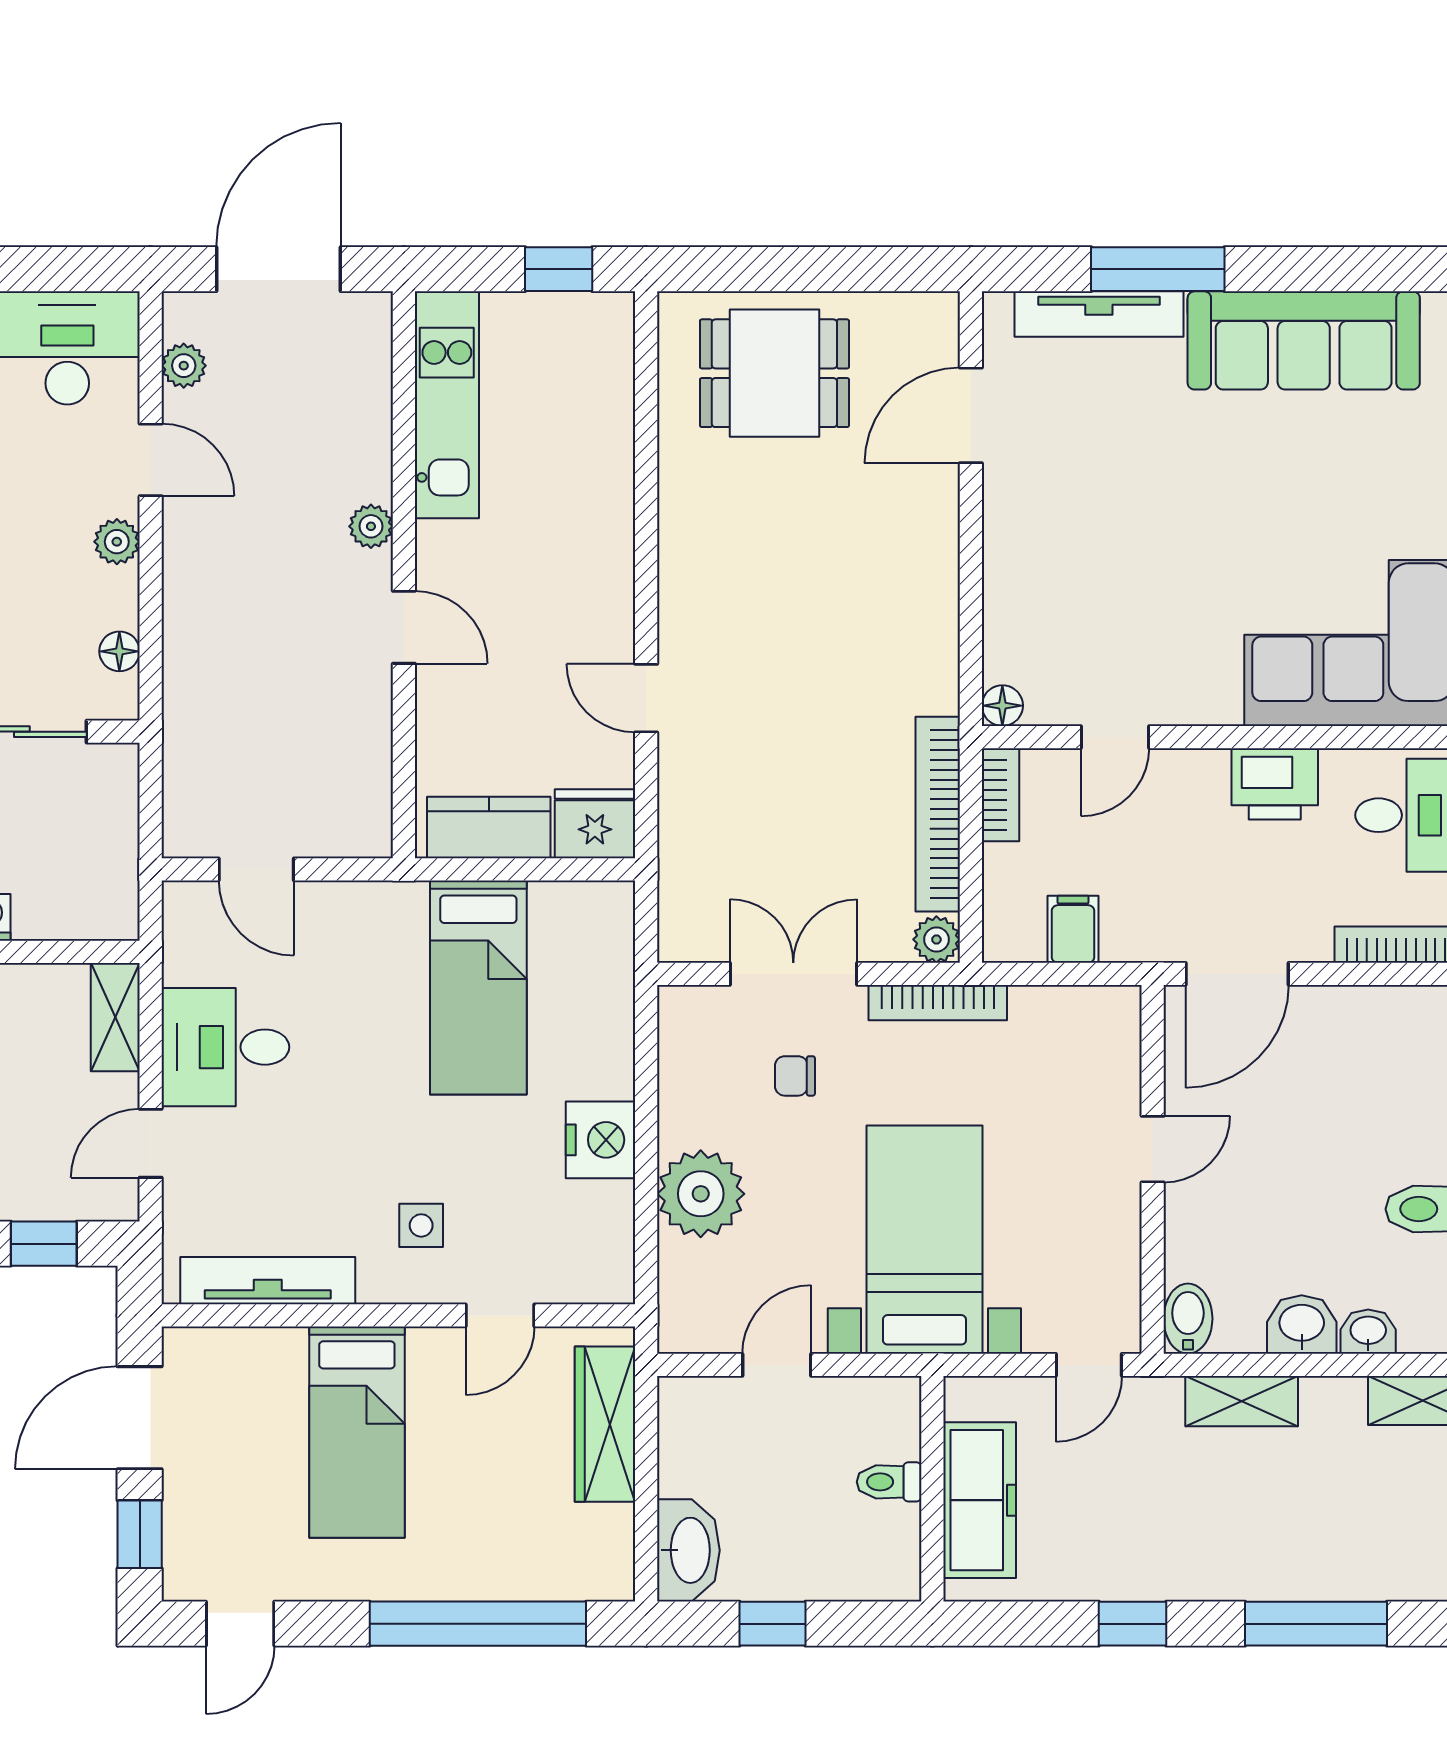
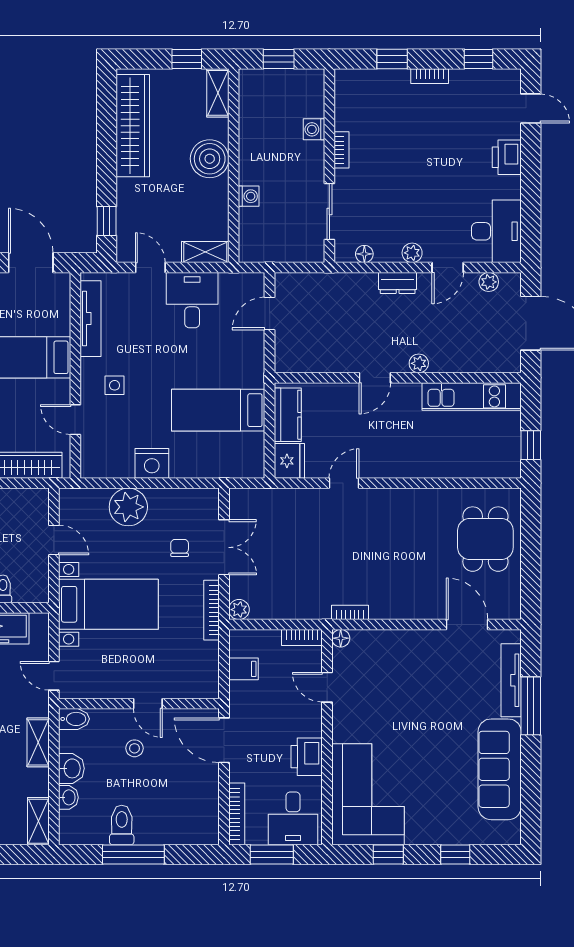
dresser: (186, 575) -> (398, 283), added
bookcase: (938, 814) -> (350, 612), moved, width x0.43, depth x0.76
stool: (1255, 1180) -> (134, 748), added

